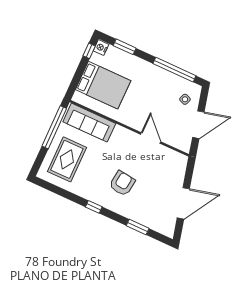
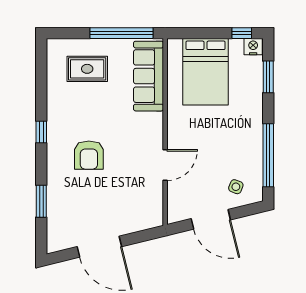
rug: (67, 159) -> (87, 69), width x0.73, depth x0.70
armchair: (122, 183) -> (89, 155), turned 83

